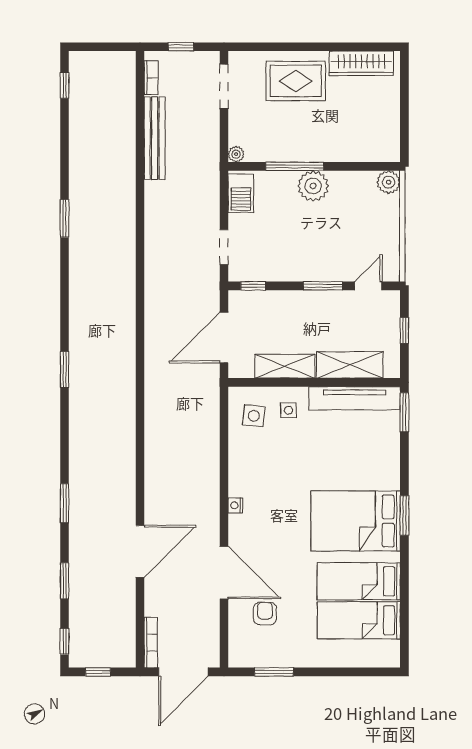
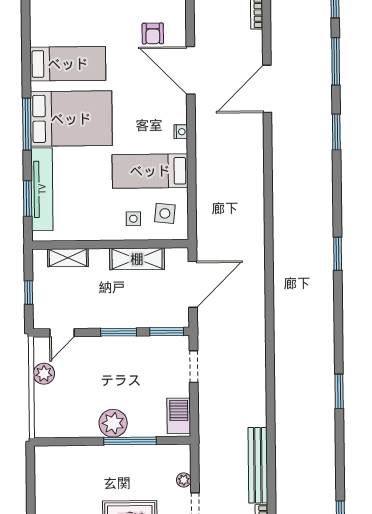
plant: (236, 154) -> (184, 480), moved
plant: (389, 182) -> (44, 374), moved
window: (253, 286) -> (167, 332), width x1.50
window: (323, 286) -> (119, 332), moved
shelving: (350, 365) -> (68, 258), width x0.67, depth x0.75
tv unit: (355, 398) -> (42, 189), moved, turned 90
window: (404, 412) -> (28, 199), moved
window: (404, 515) -> (27, 124), width x1.44
window: (65, 581) -> (336, 61), width x1.44
bed: (359, 620) -> (150, 171), moved, turned 180

